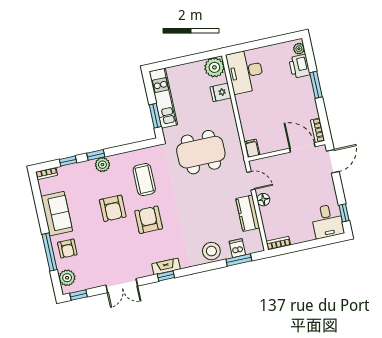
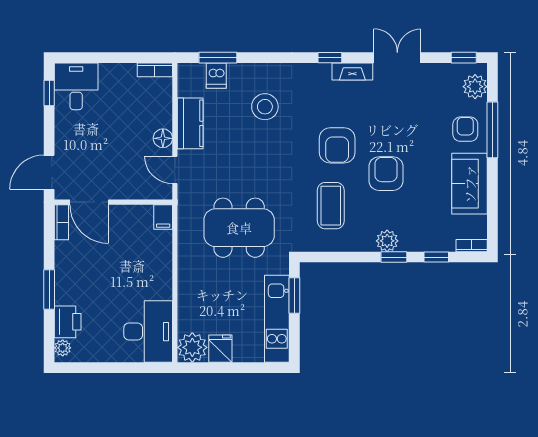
fridge: (221, 92) -> (220, 349), moved, turned -90
stool: (211, 251) -> (265, 107), moved
fireplace: (166, 266) -> (352, 72), moved

